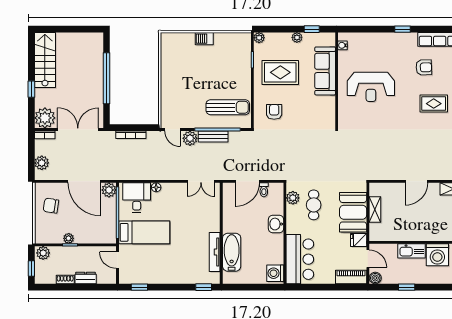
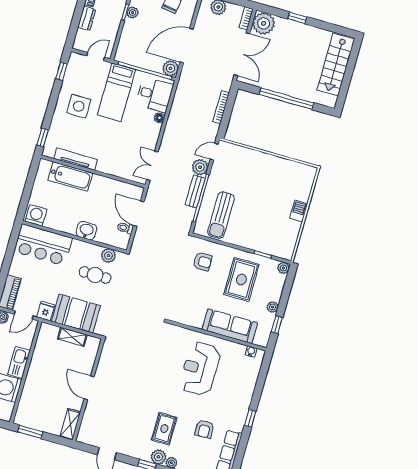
stairs: (45, 60) -> (336, 65), moved, turned 90
side table: (166, 263) -> (79, 106), added

